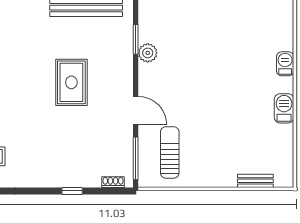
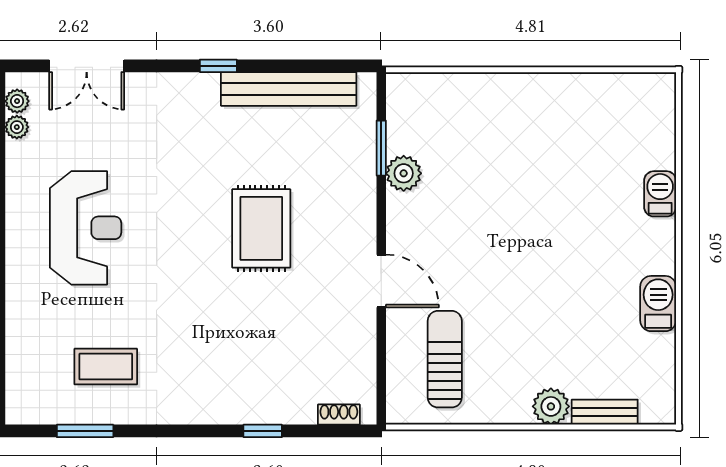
barbecue: (284, 108) -> (658, 304), moved
window: (136, 158) -> (381, 370), removed
plant: (227, 178) -> (551, 406), added

